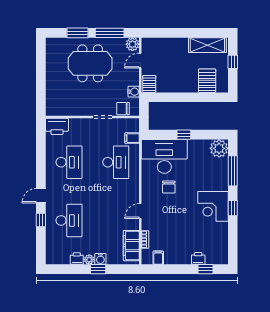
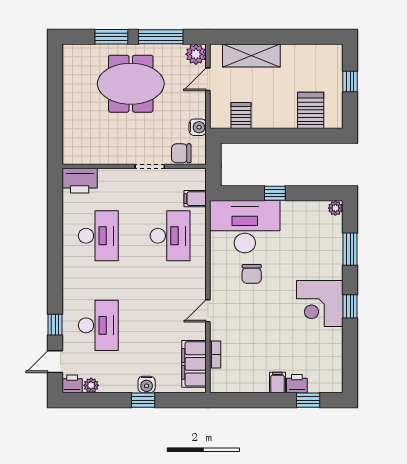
shelving: (207, 45) -> (251, 56), moved
server rack: (149, 84) -> (241, 115), moved
plant: (219, 148) -> (335, 208), width x0.53, depth x0.53
window: (233, 171) -> (350, 249), width x0.69
door: (41, 196) -> (55, 362), moved
filing cabinet: (158, 258) -> (277, 383), moved
printer: (77, 259) -> (72, 384), moved
plant: (89, 260) -> (91, 385), moved

